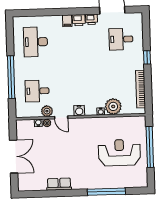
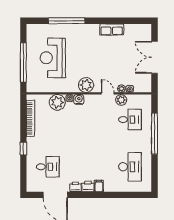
water cooler: (79, 111) -> (79, 99), moved
plant: (84, 125) -> (86, 85), added
reception desk: (119, 153) -> (53, 58), turned 90

